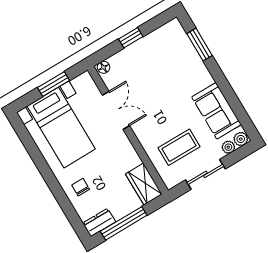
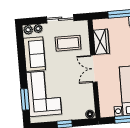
corner sofa: (178, 65) -> (44, 93), added
double door: (116, 110) -> (94, 69), moved
wardrobe: (144, 184) -> (101, 42), moved

